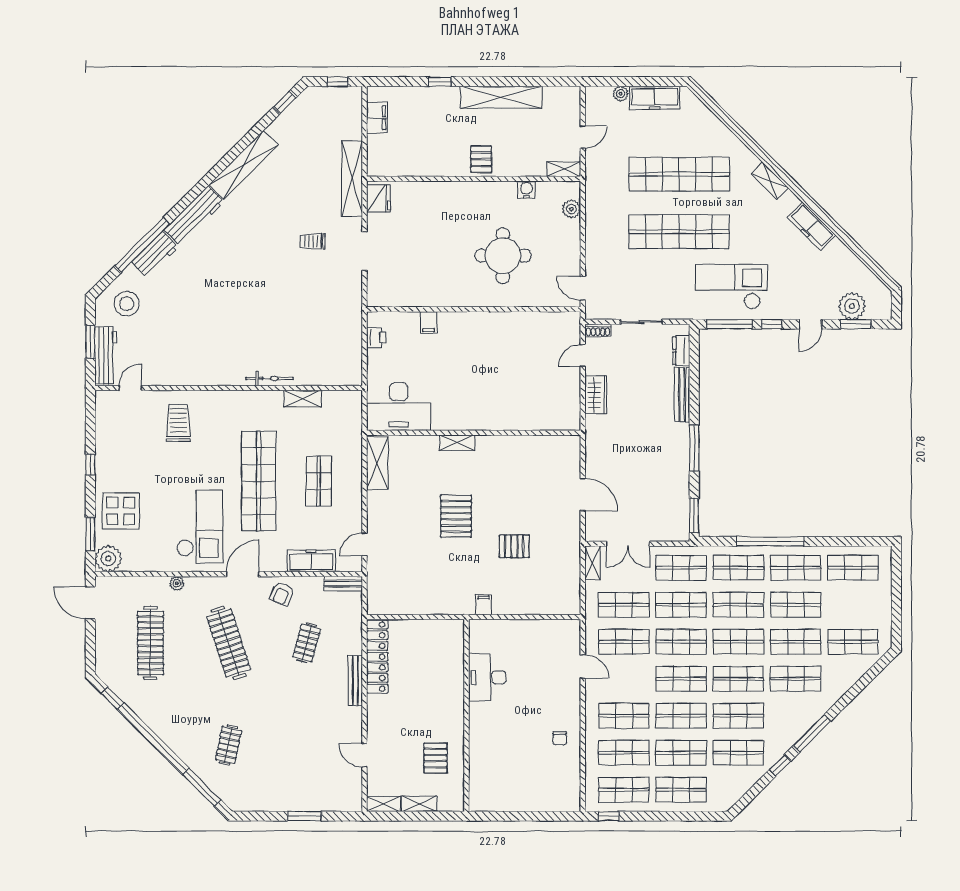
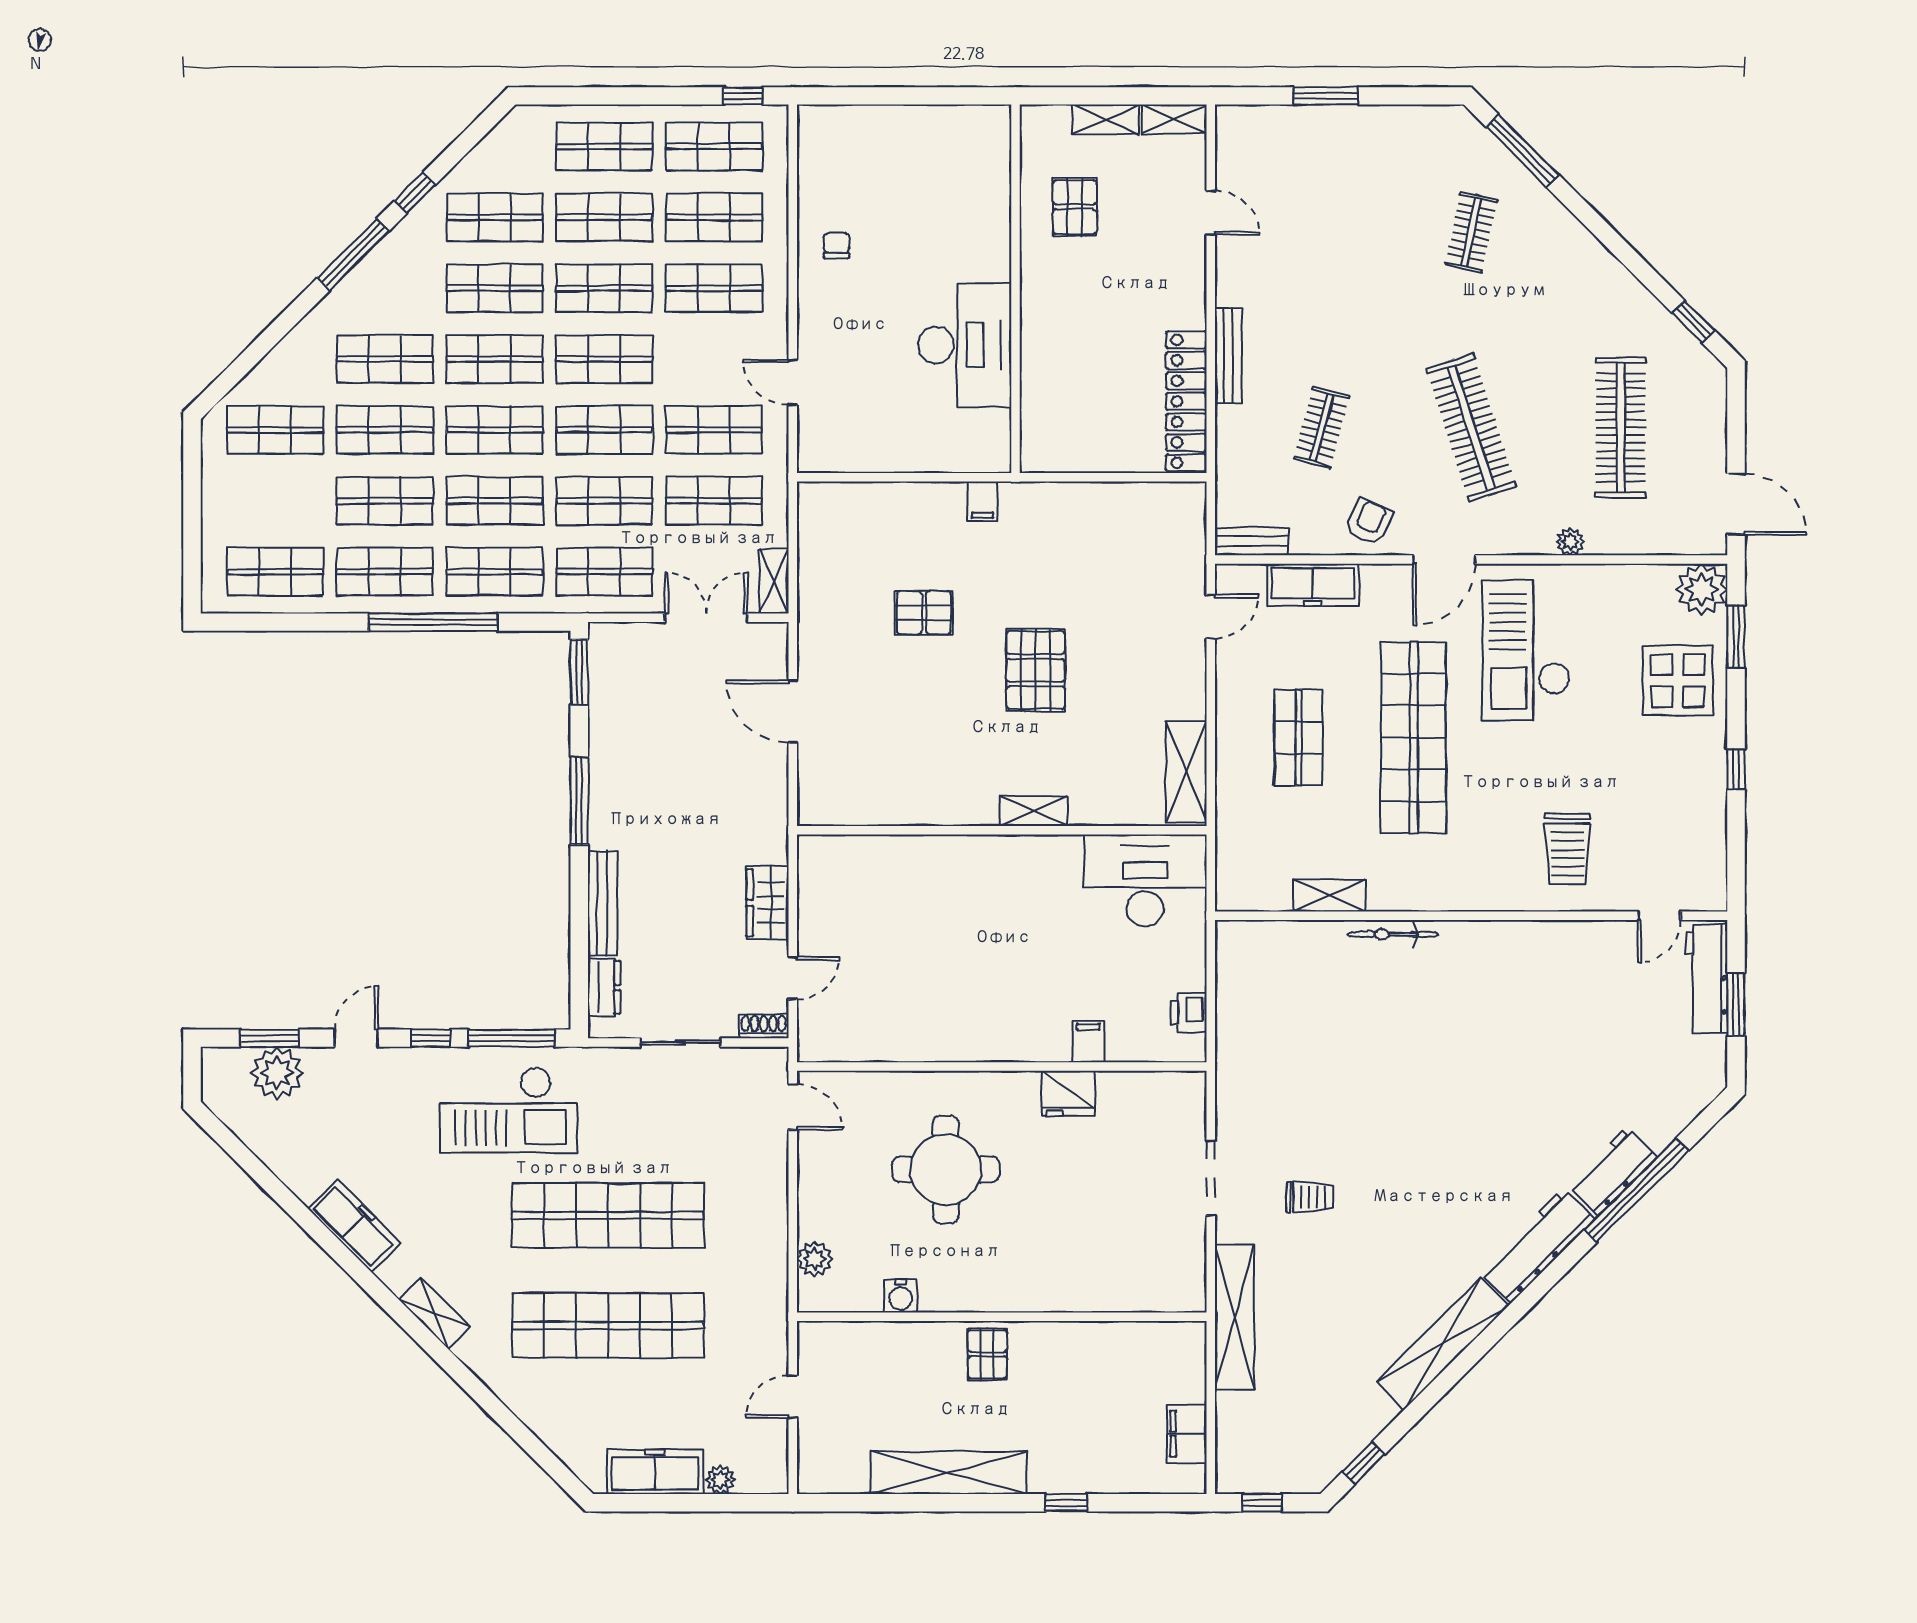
shelving: (564, 169) -> (829, 1335), removed
fridge: (378, 198) -> (1068, 1093), moved, turned -90
stool: (127, 304) -> (1666, 1078), removed
desk: (487, 677) -> (965, 345), width x1.36, depth x1.30

